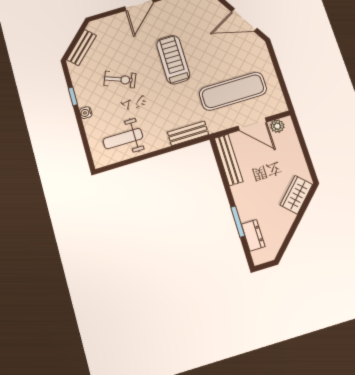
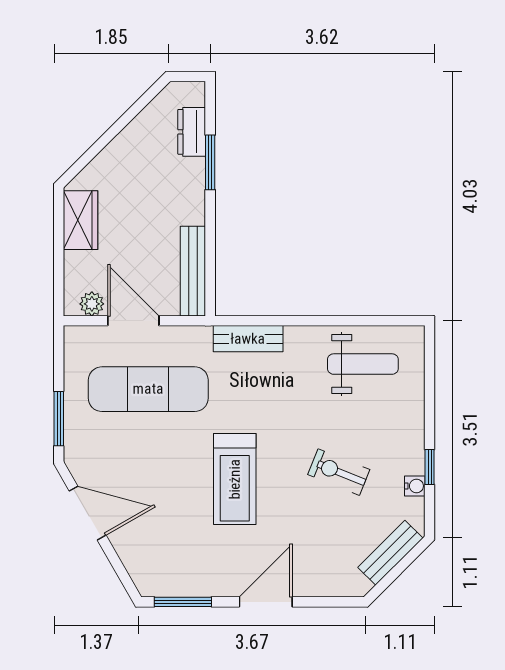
window: (275, 62) -> (59, 419), added
water cooler: (86, 113) -> (415, 486), moved
wardrobe: (296, 195) -> (80, 220), moved, turned -45

